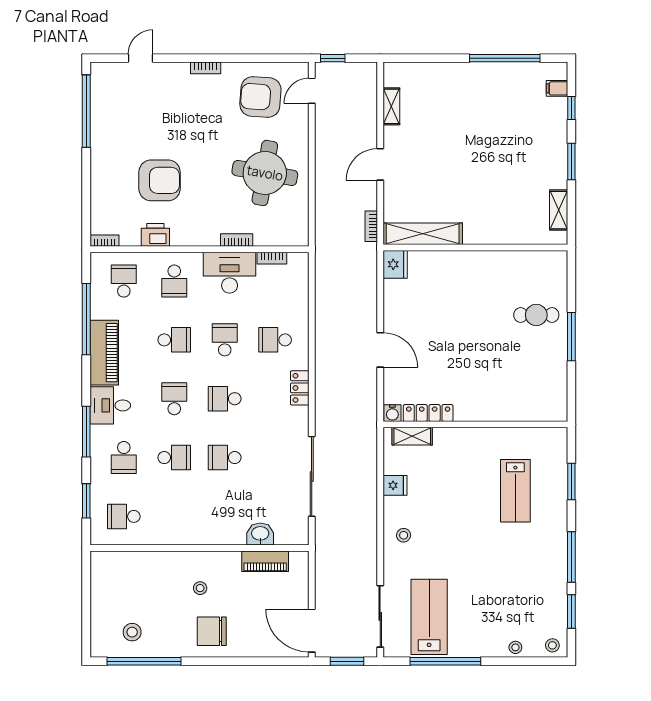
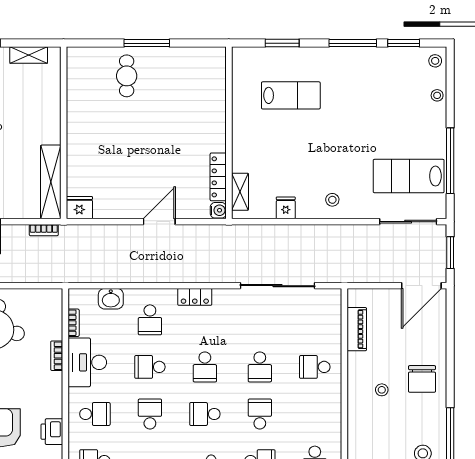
school desk: (225, 516) -> (315, 367), added
washbasin: (260, 534) -> (111, 299), moved, turned -90

